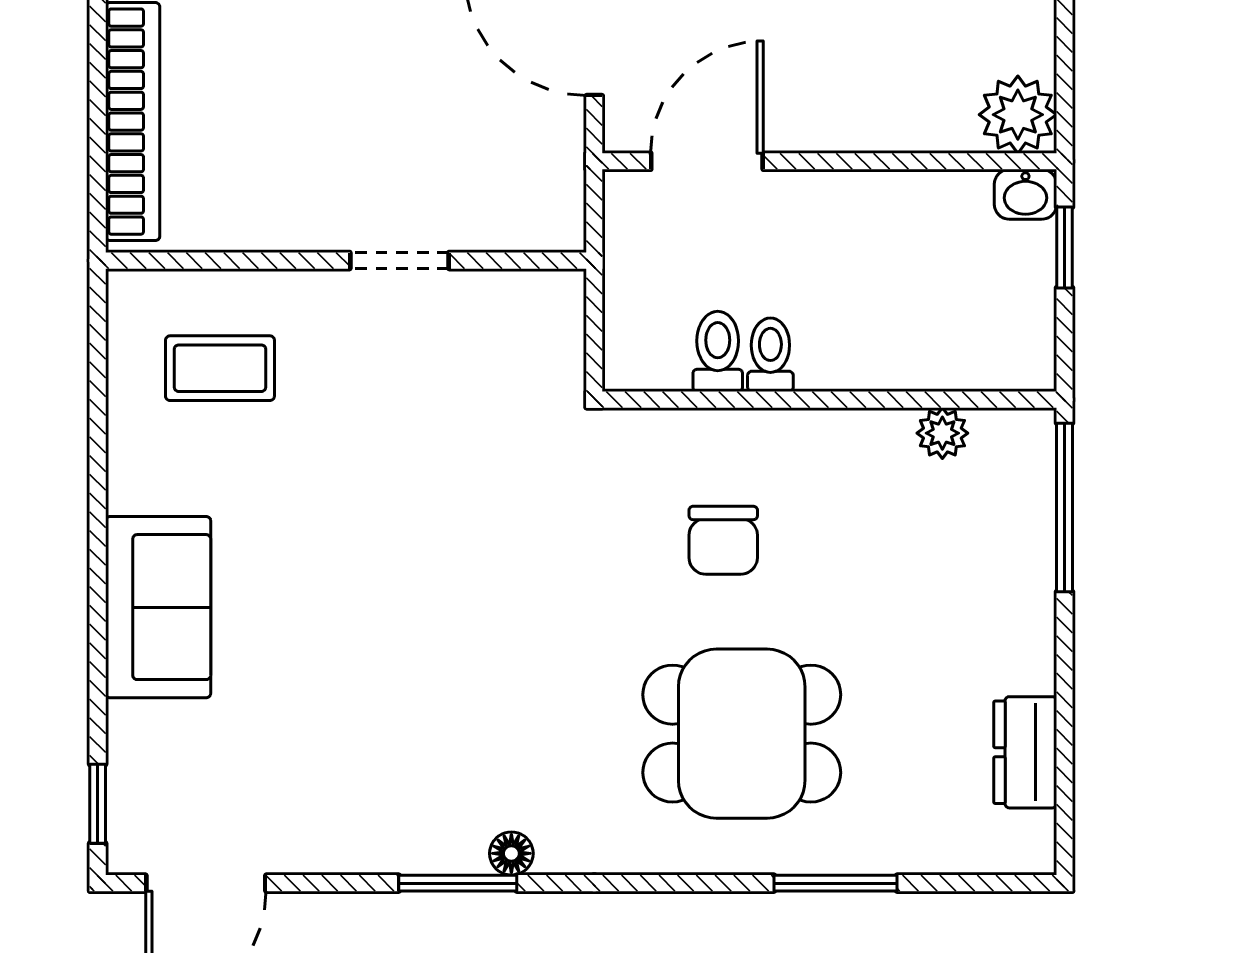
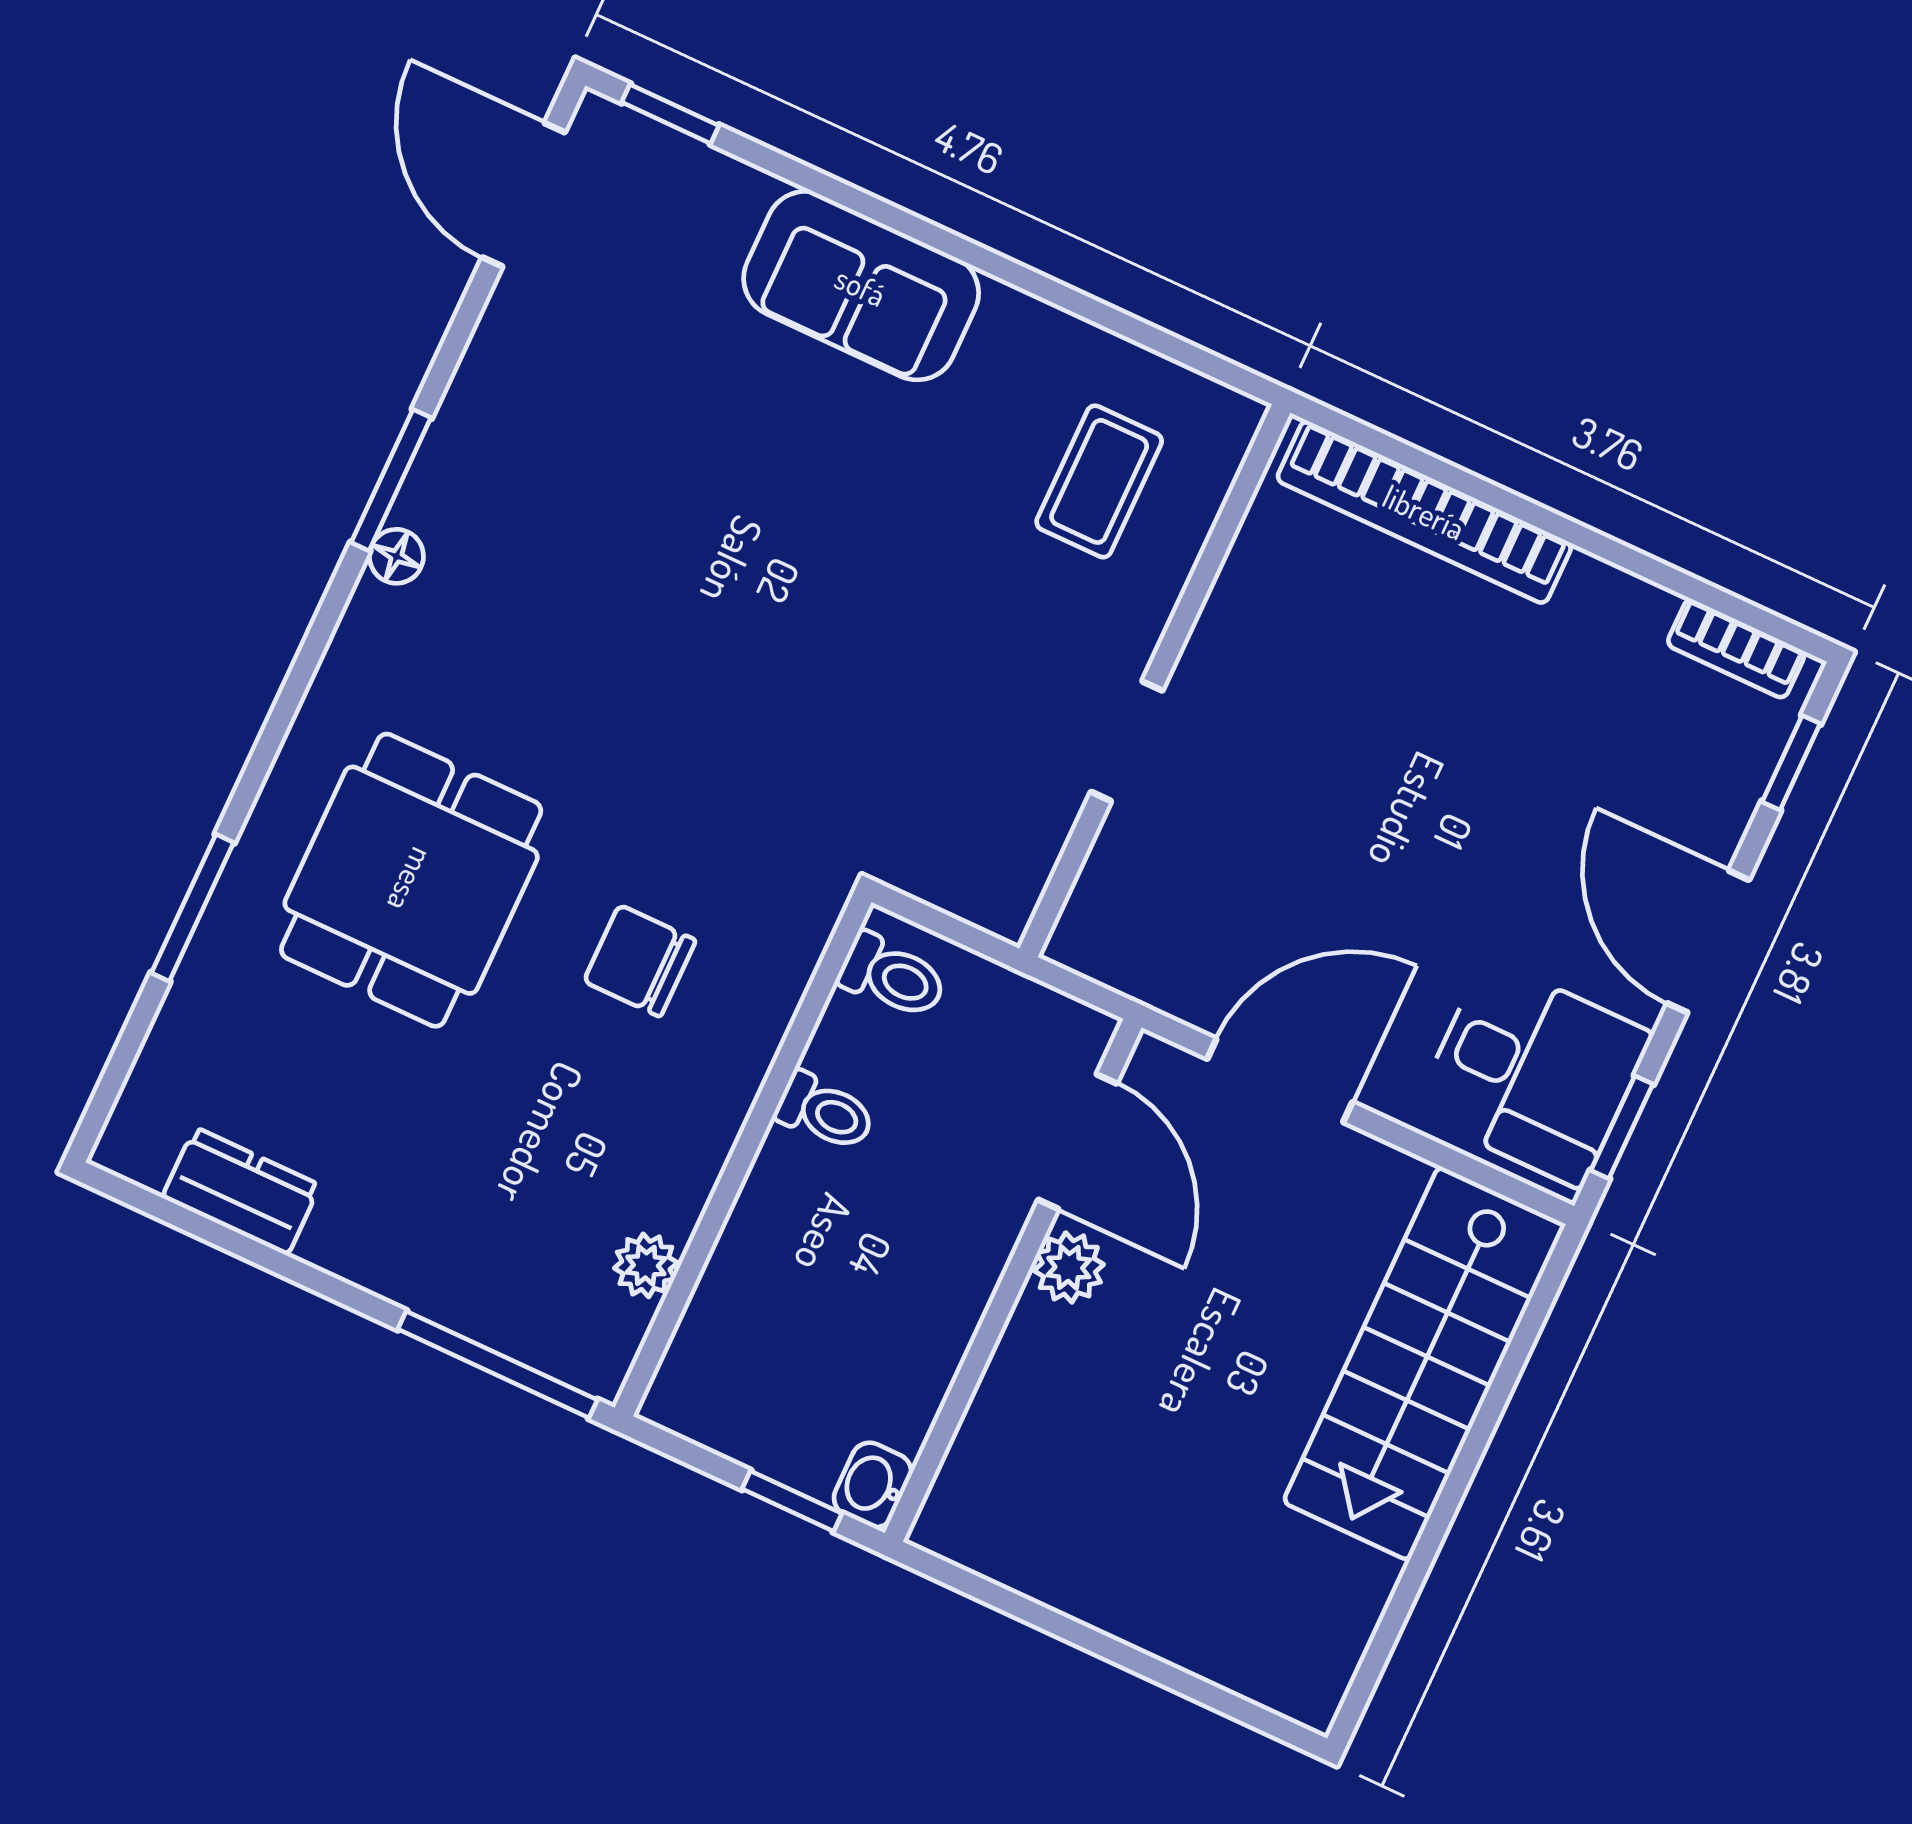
plant: (1018, 115) -> (1069, 1267), moved, width x0.73, depth x0.73
toilet: (718, 351) -> (892, 976), moved

